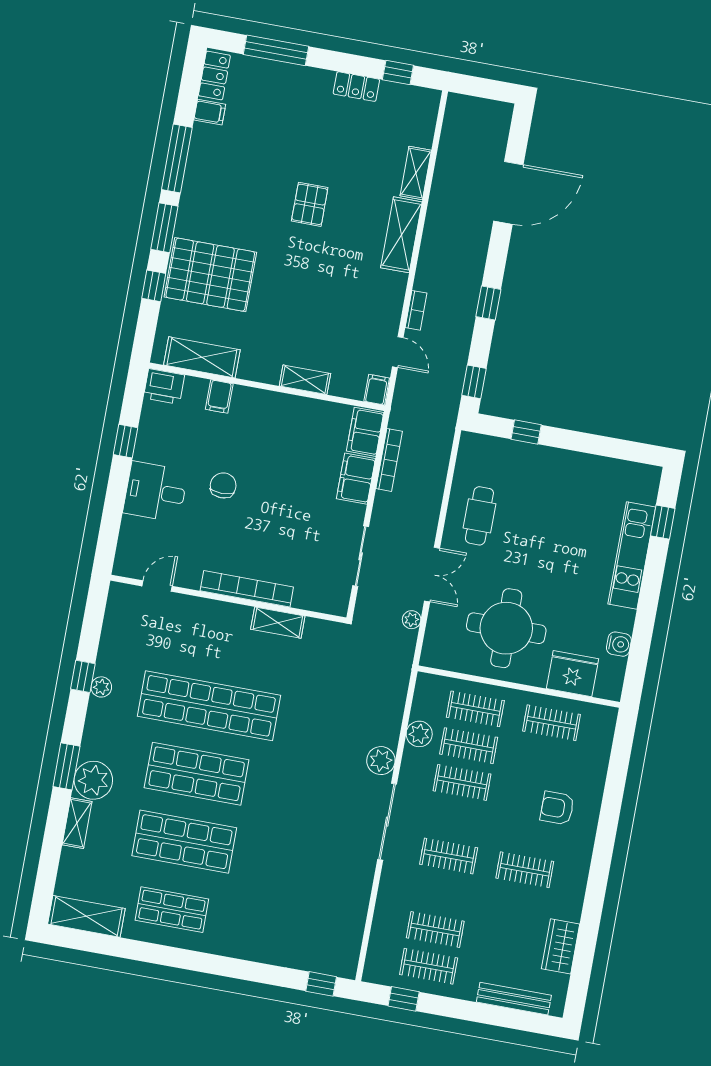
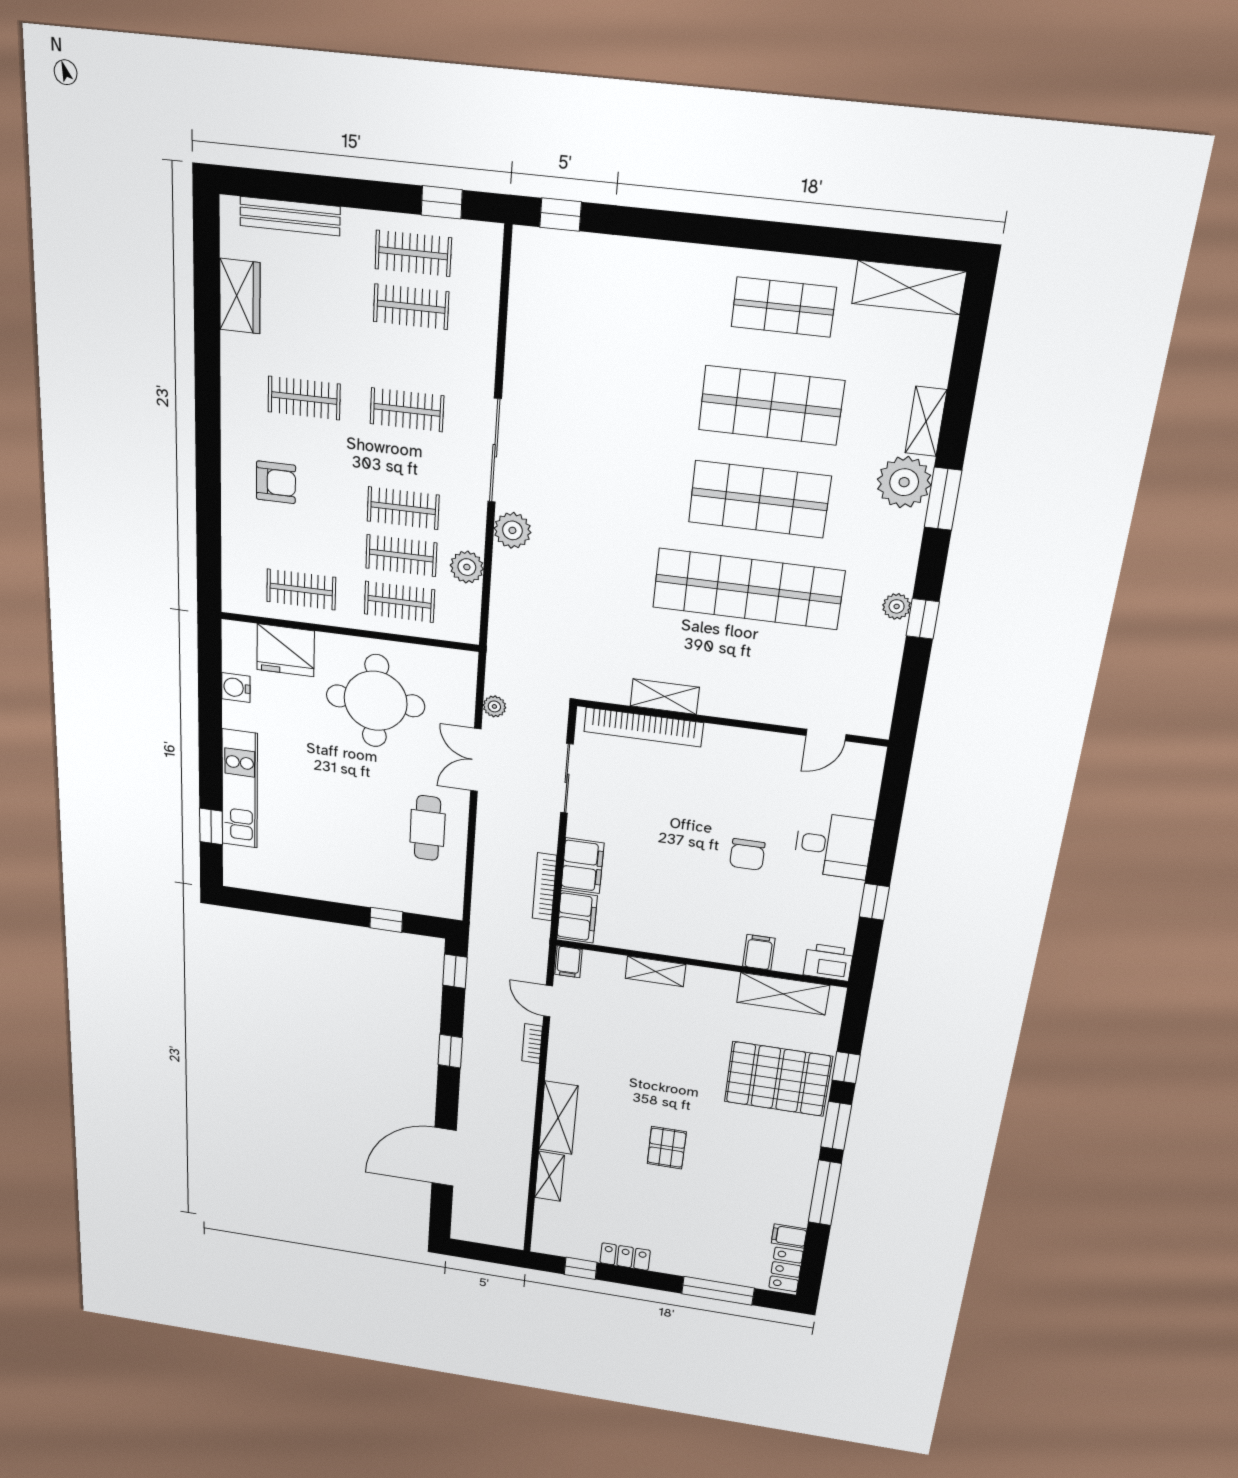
bookcase: (247, 589) -> (643, 727), moved

